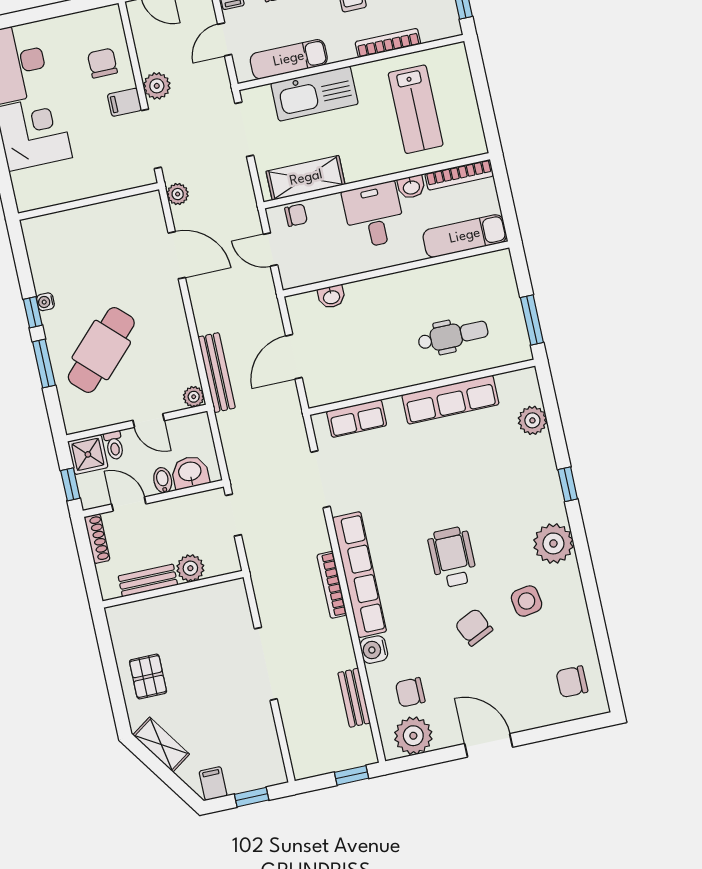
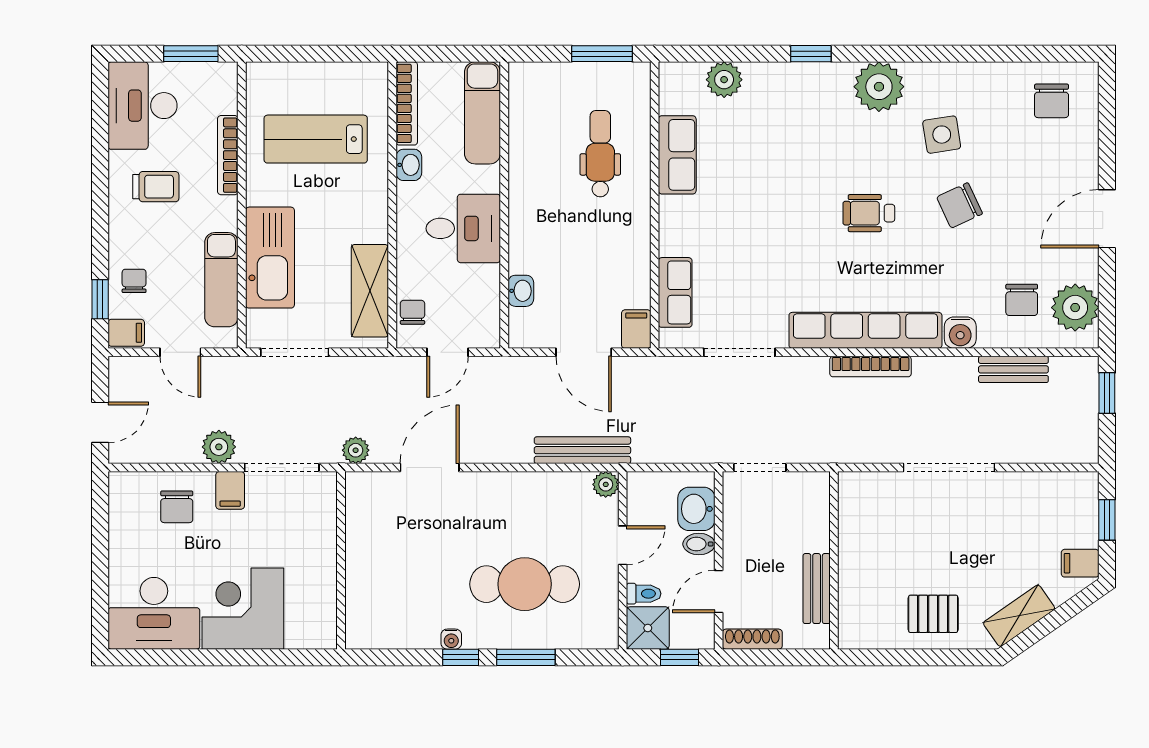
chair: (102, 63) -> (177, 507), turned -90
lab bench: (416, 109) -> (316, 139), turned 180
desk: (374, 215) -> (463, 228), moved, turned 180
cafe table: (101, 350) -> (525, 584), turned -44
filing cabinet: (321, 394) -> (636, 329), added
row of seats: (450, 400) -> (677, 155), width x0.68
wheelchair: (452, 557) -> (869, 213), width x0.73, depth x0.73
plant: (190, 568) -> (813, 534), removed

